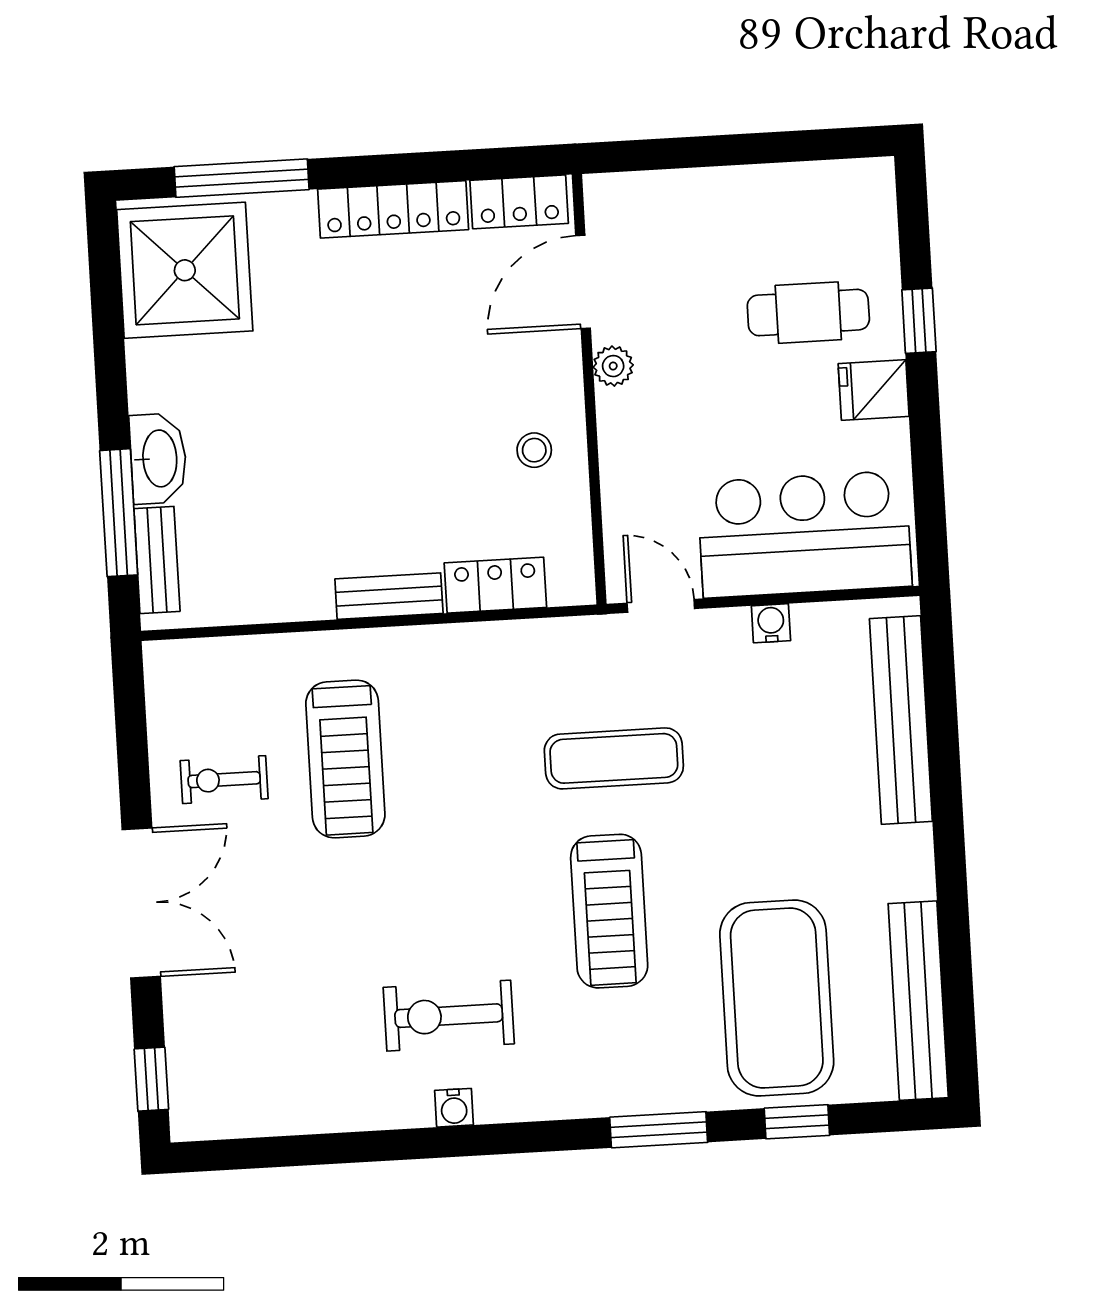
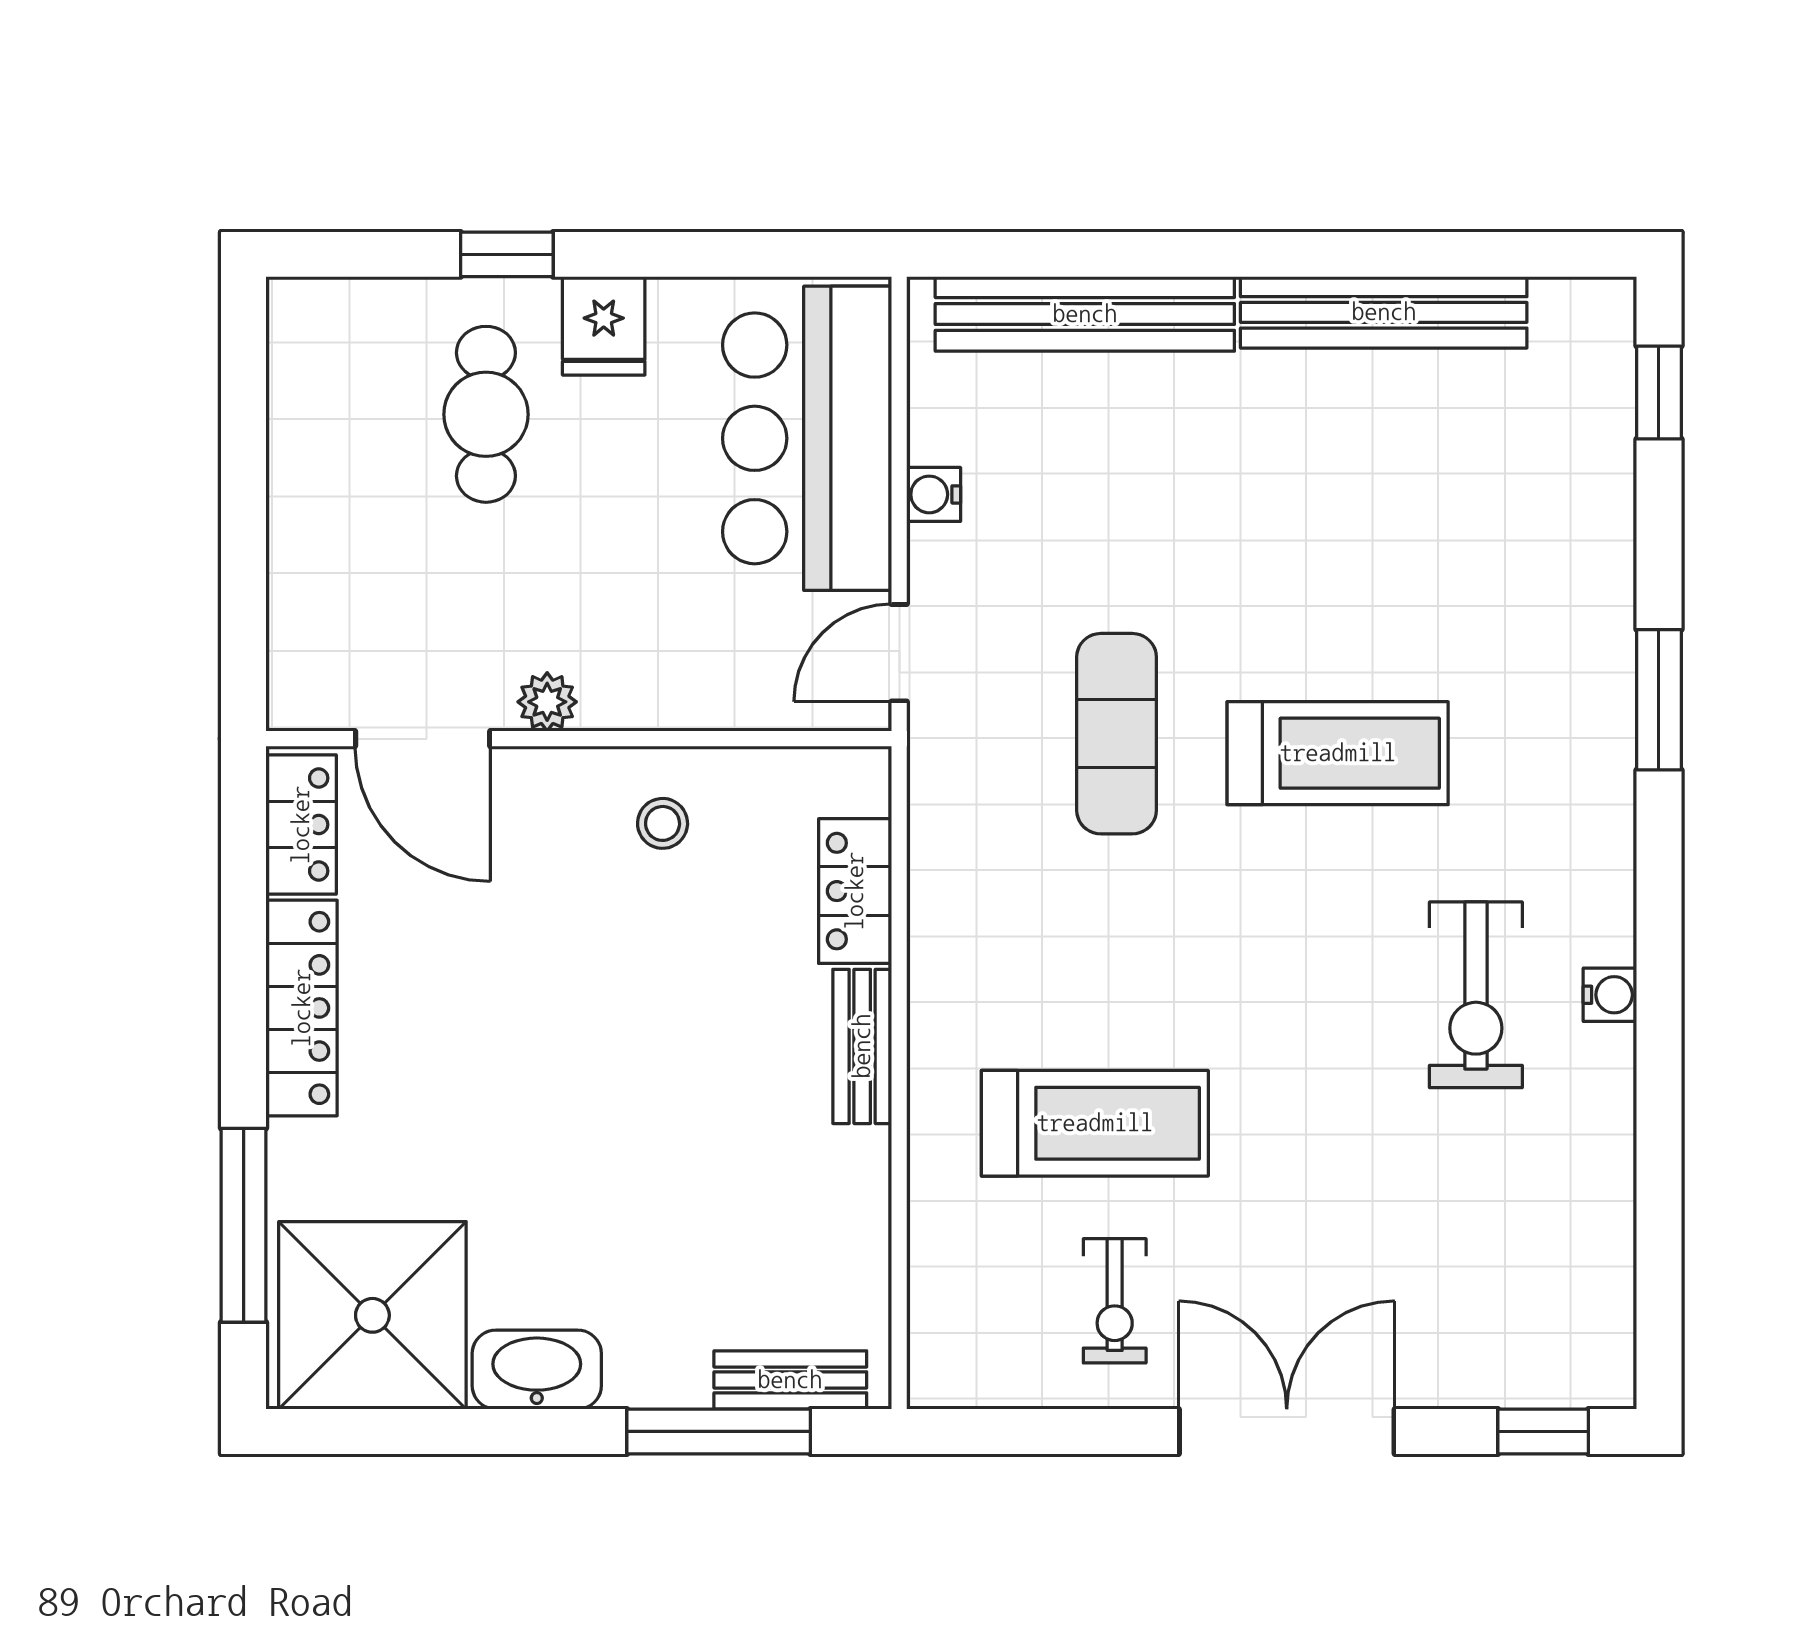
washbasin: (158, 459) -> (537, 1370), moved
exercise mat: (777, 998) -> (1478, 517), removed
bench: (918, 1001) -> (1384, 312), moved
window: (797, 1122) -> (1659, 393), moved

